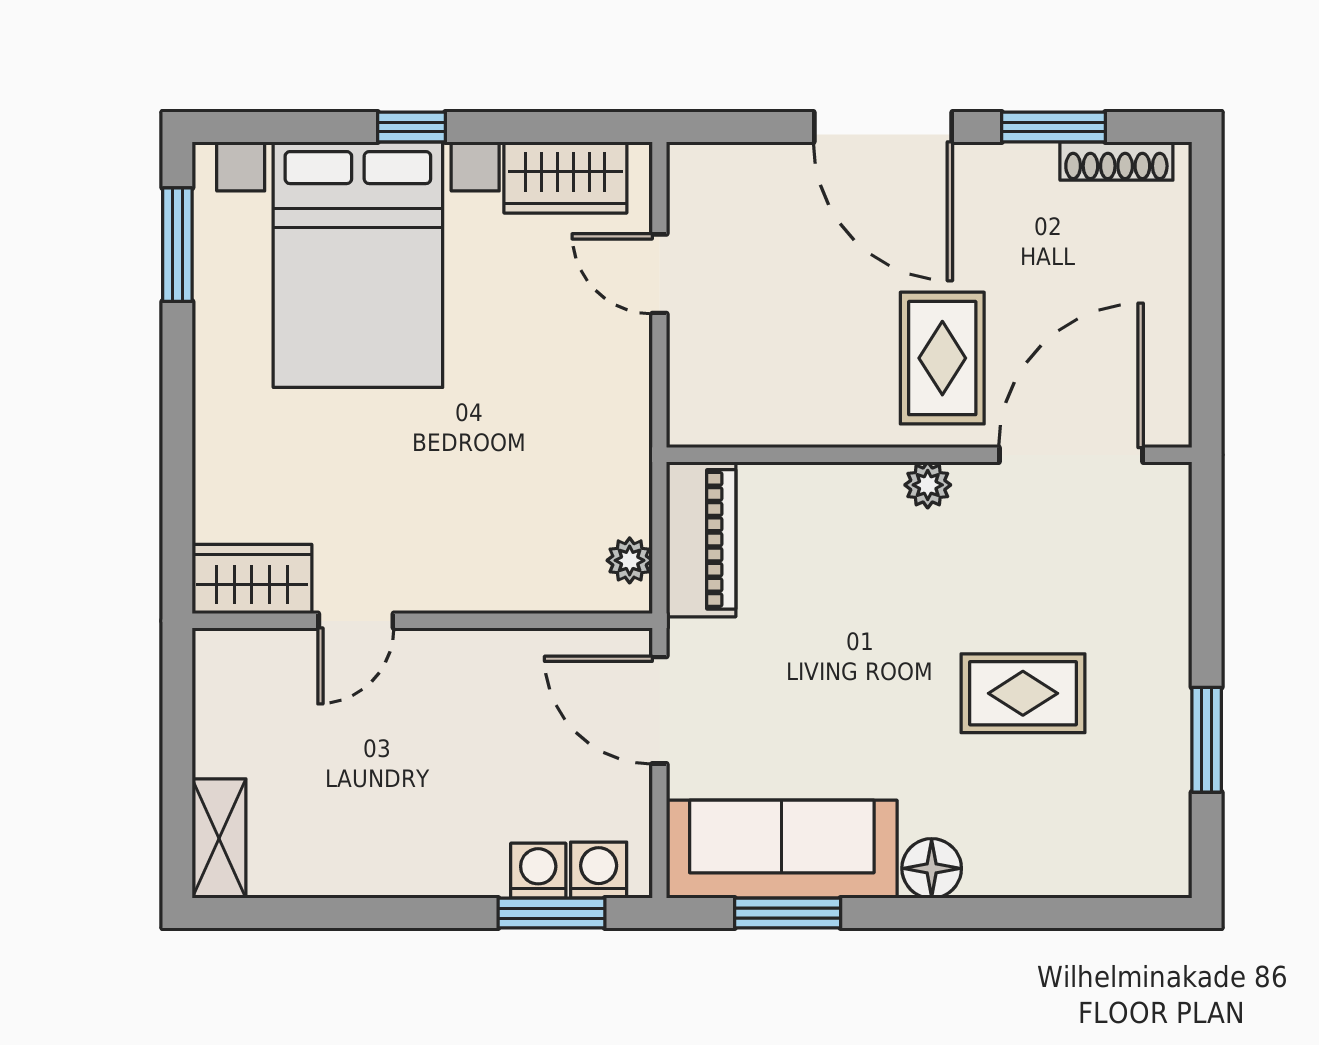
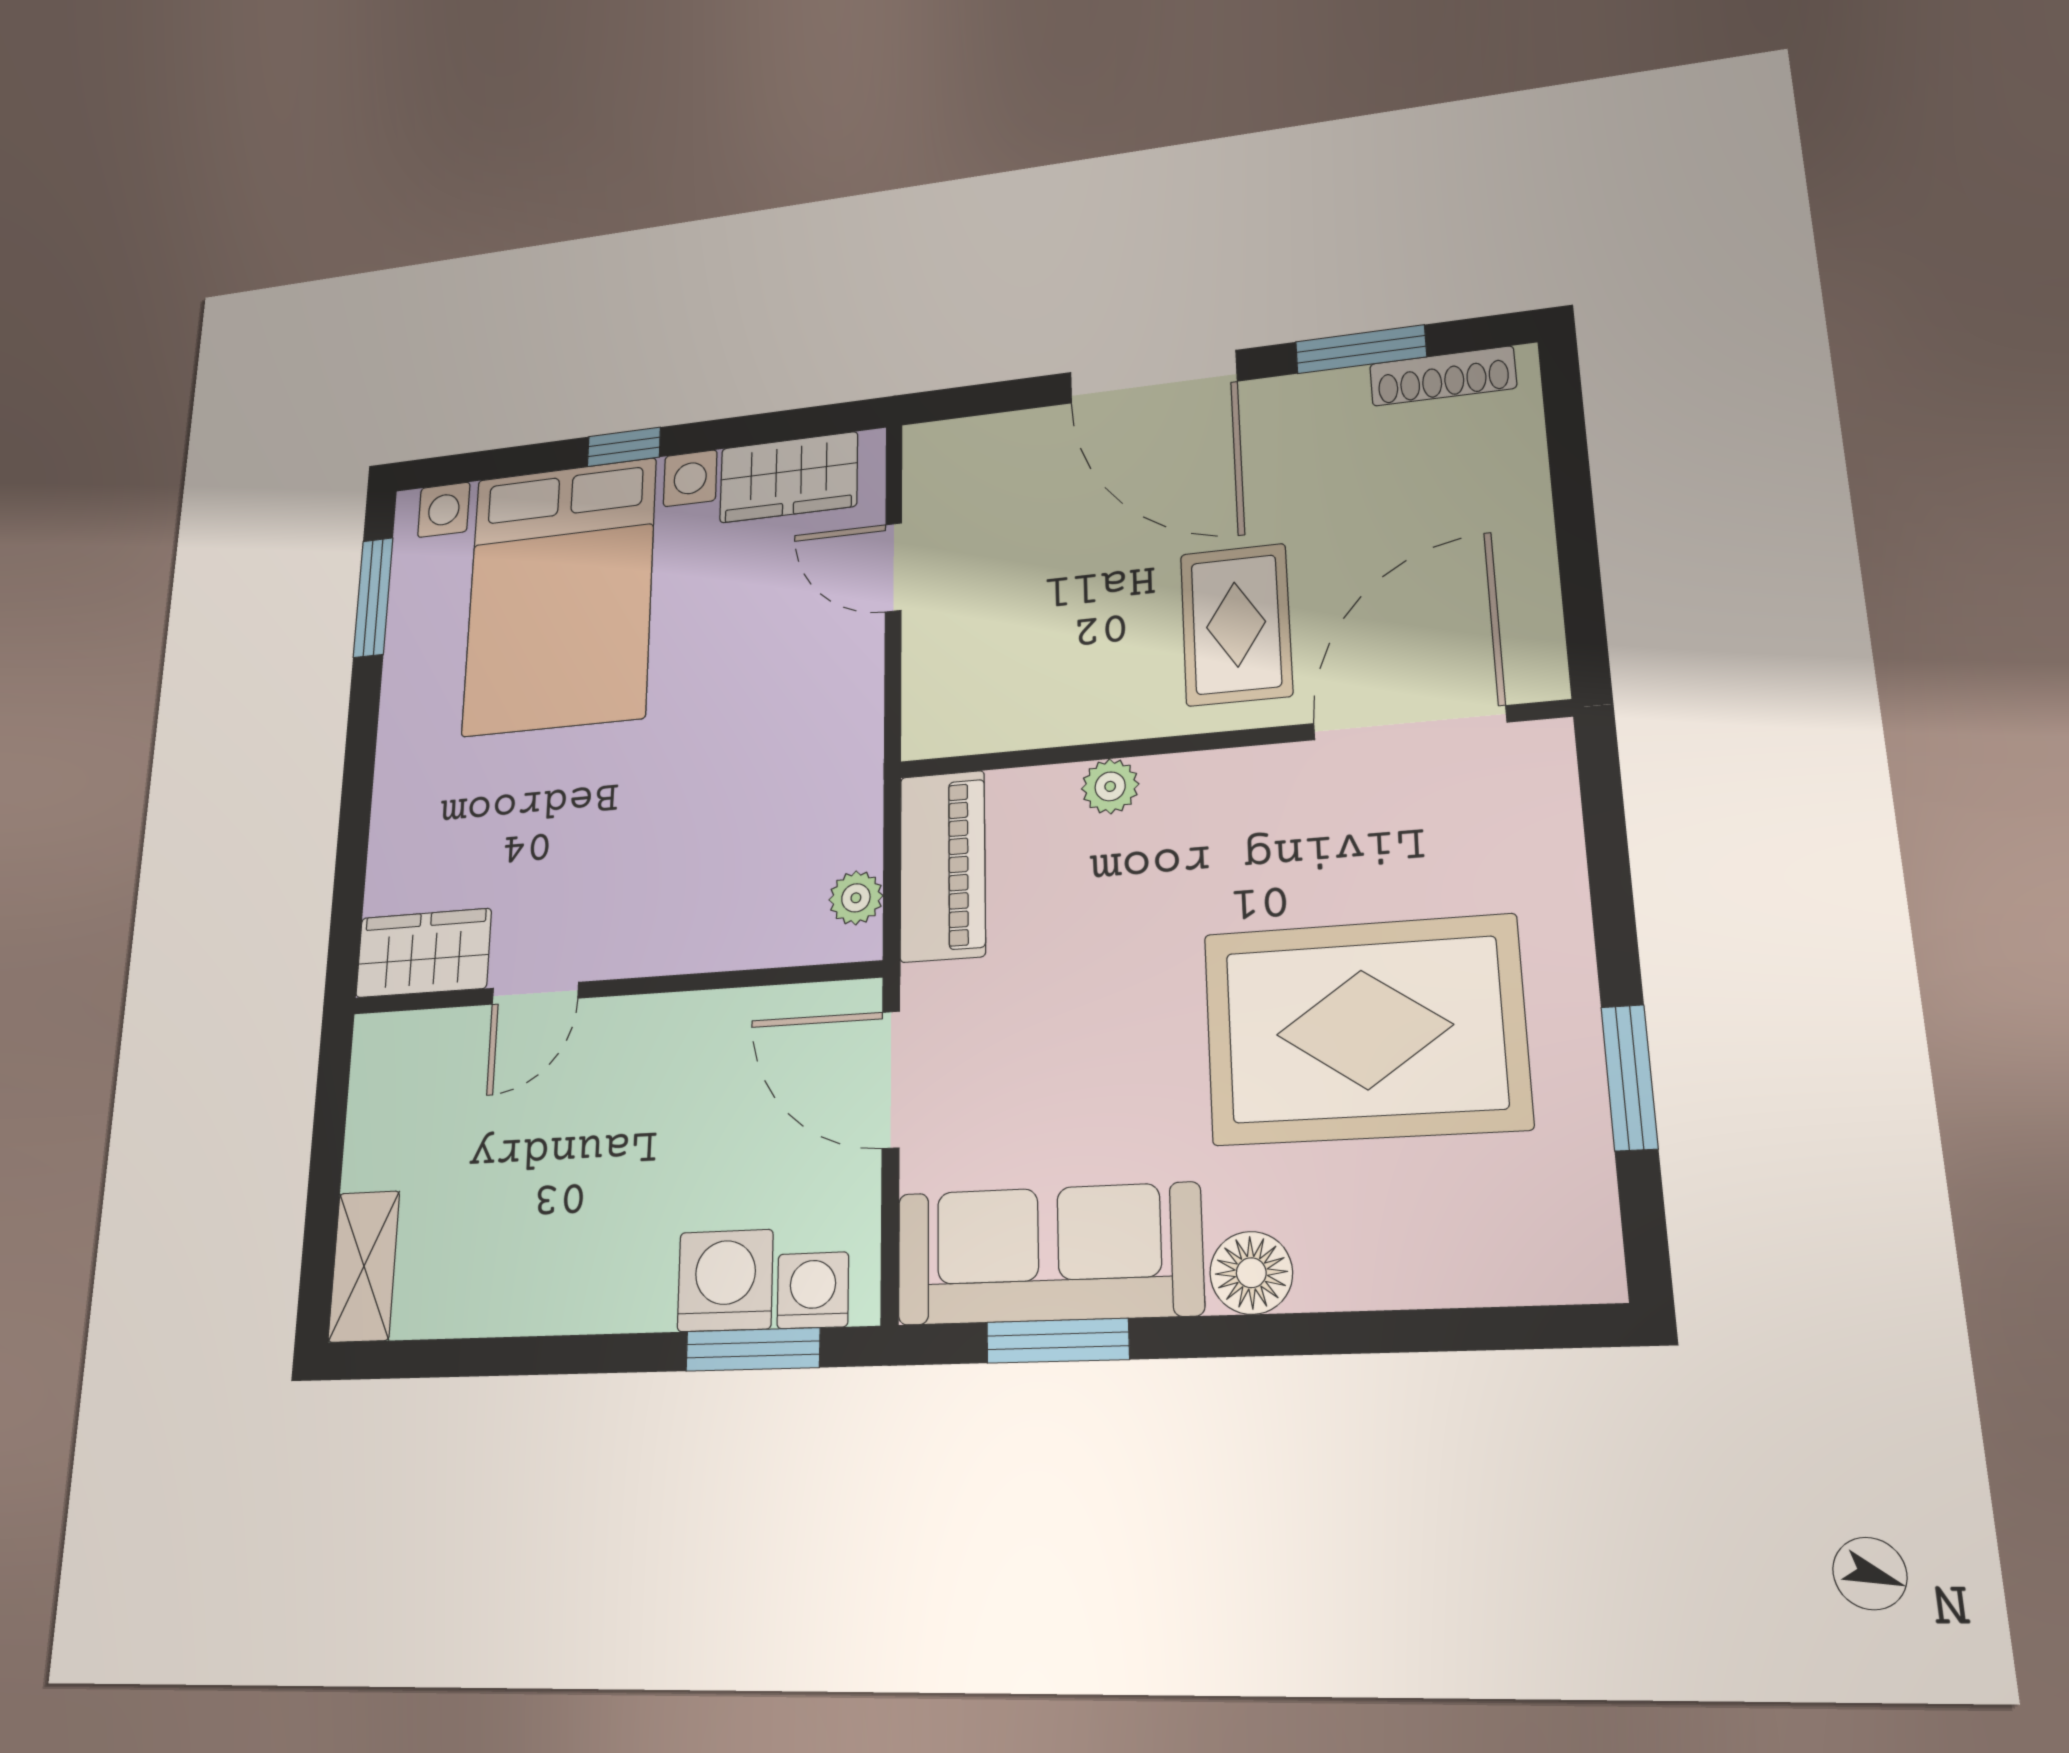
plant: (928, 485) -> (1110, 786), moved
rug: (1023, 693) -> (1364, 1030), width x1.86, depth x2.06
washing machine: (538, 871) -> (725, 1280), width x1.38, depth x1.38

